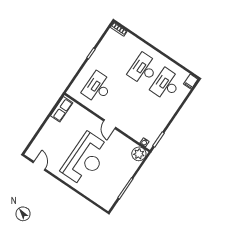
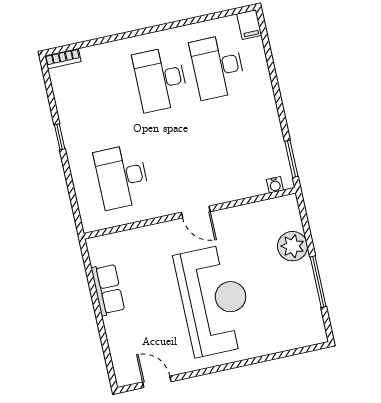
row of seats: (62, 109) -> (108, 289), moved
plant: (139, 154) -> (293, 246), moved

